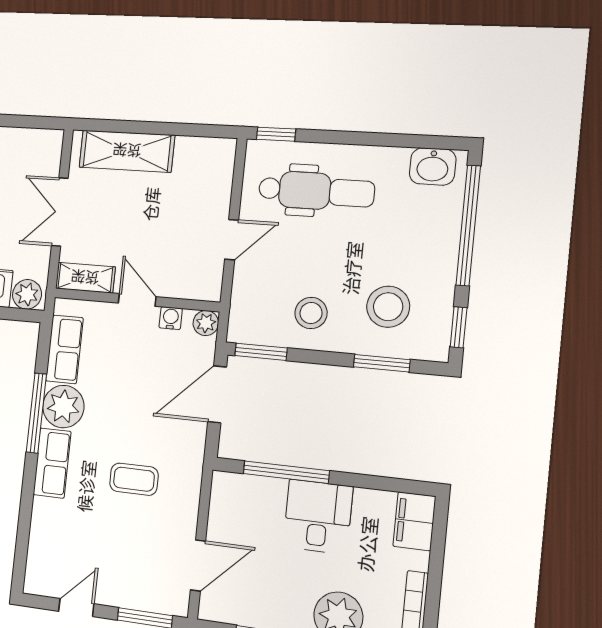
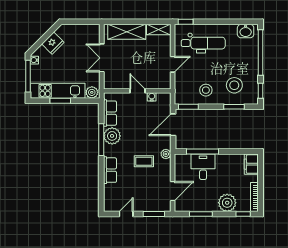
shelving: (85, 278) -> (159, 29), moved
plant: (206, 323) -> (166, 154), moved
row of seats: (52, 463) -> (110, 170), moved
desk: (318, 517) -> (203, 167), moved

